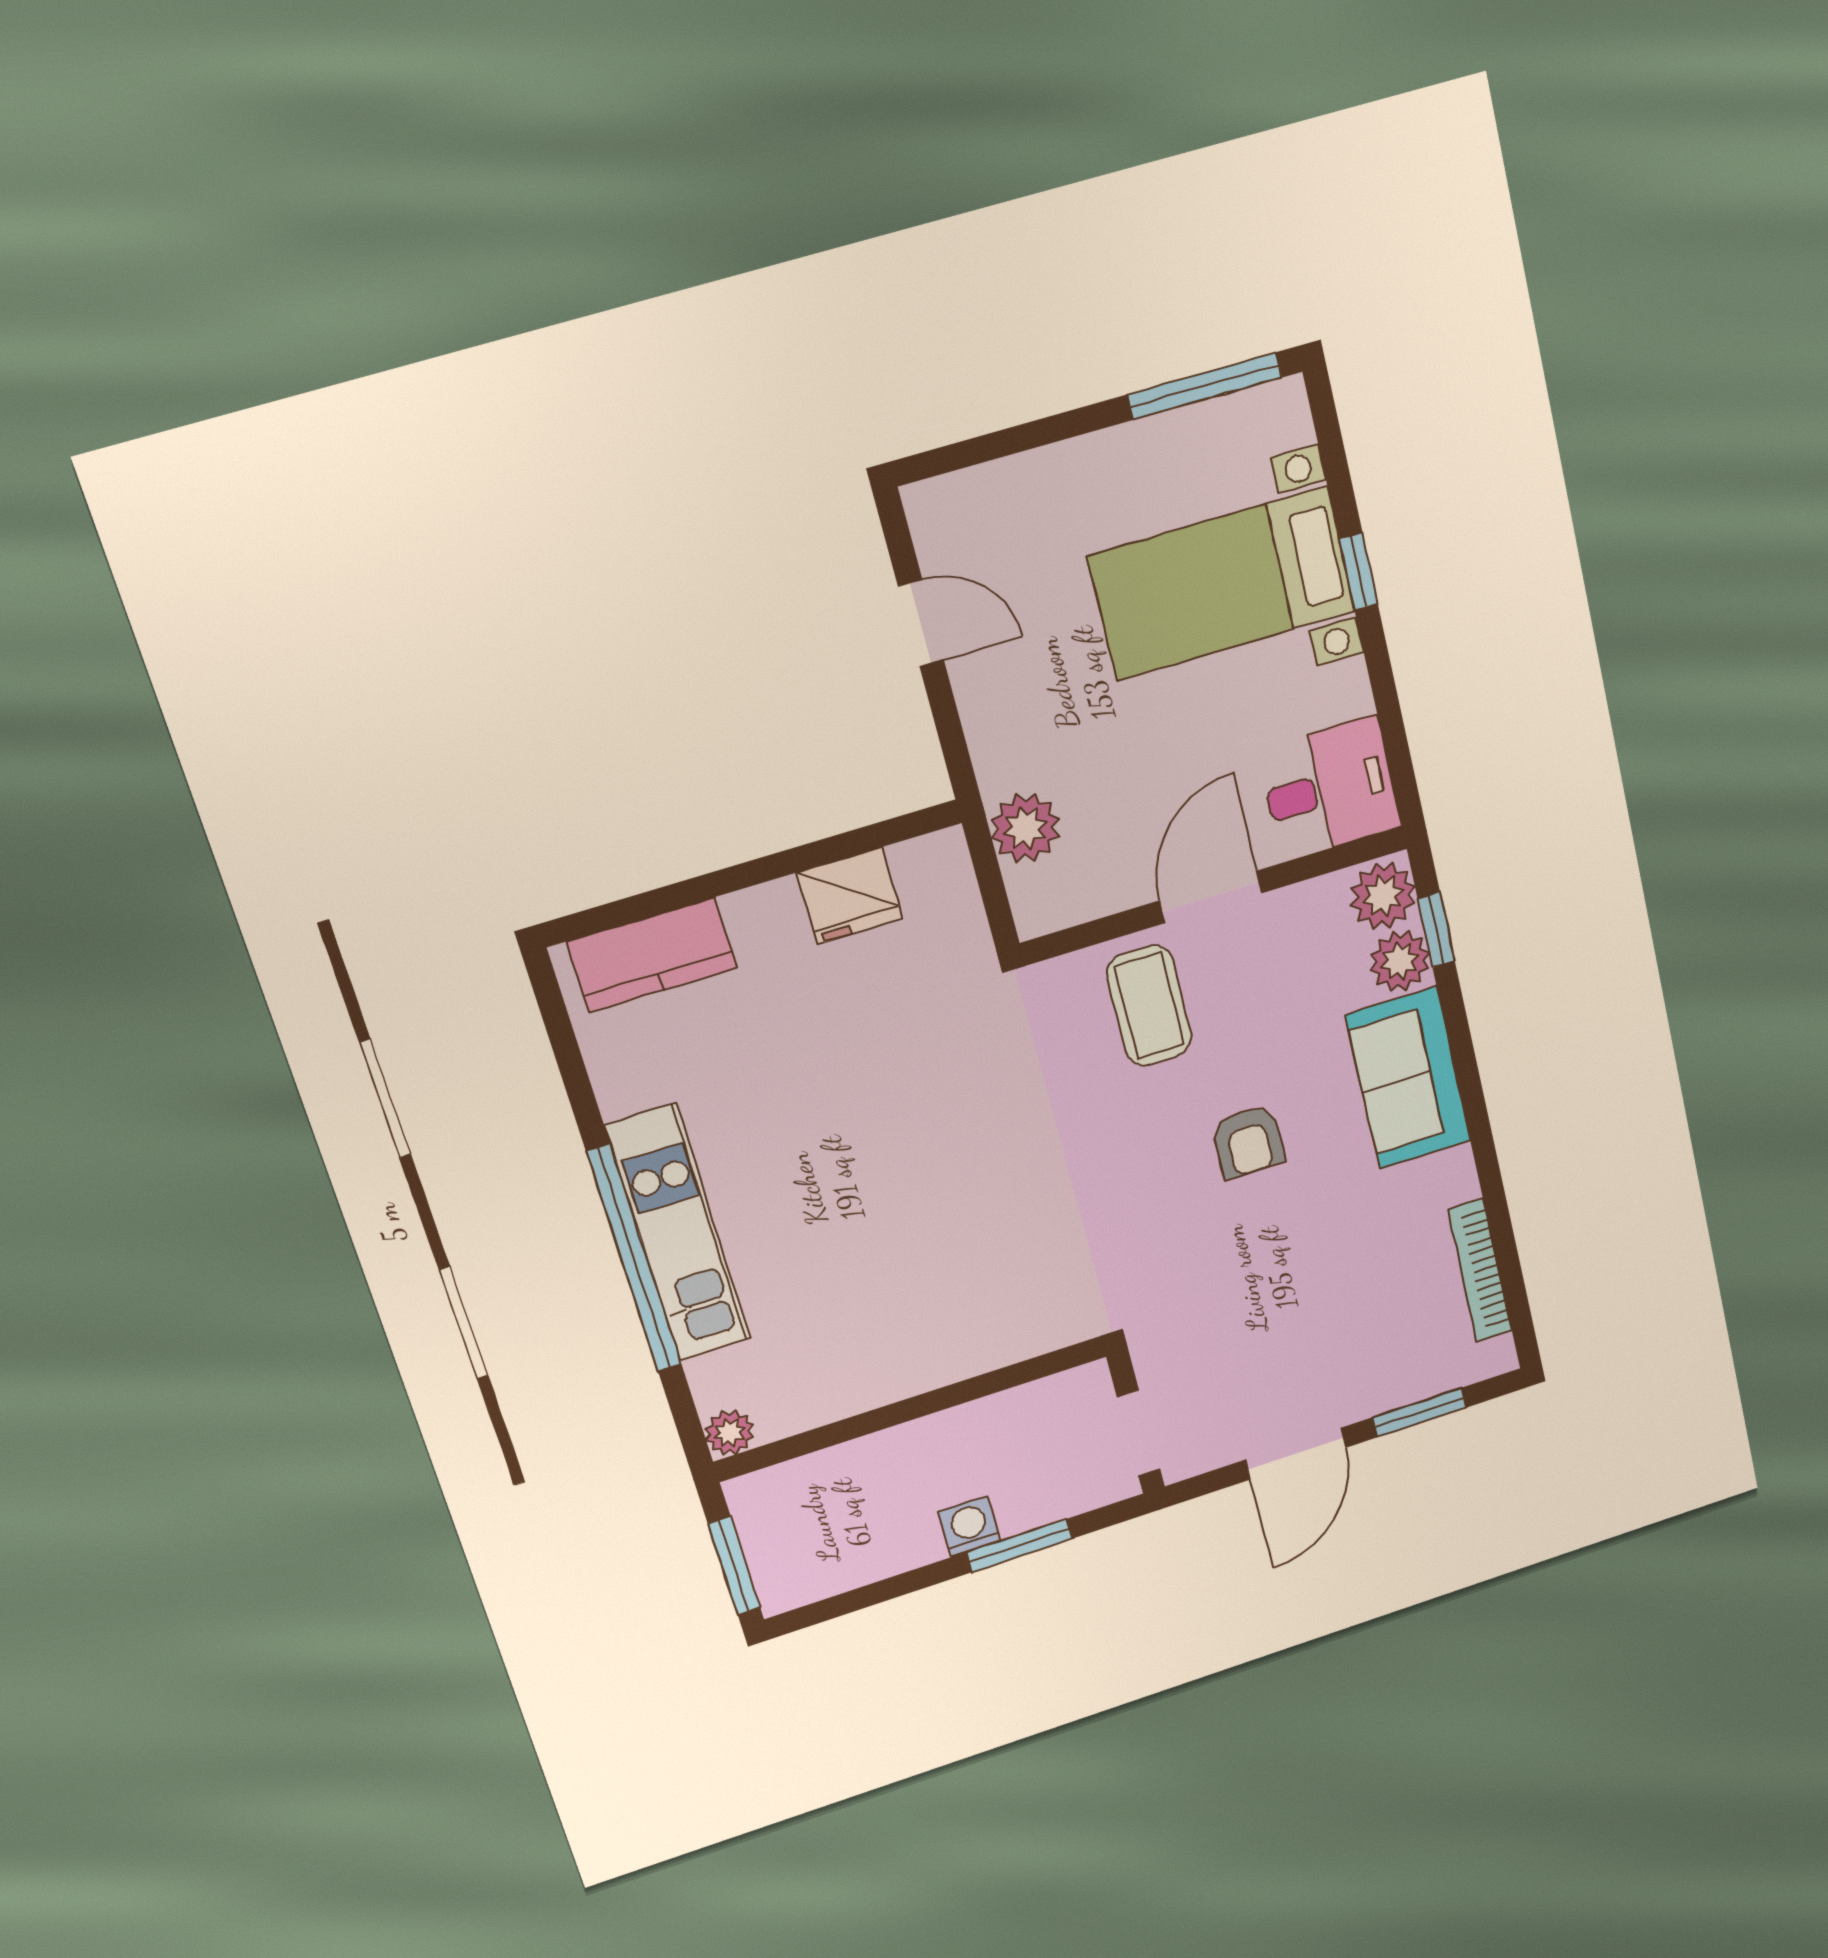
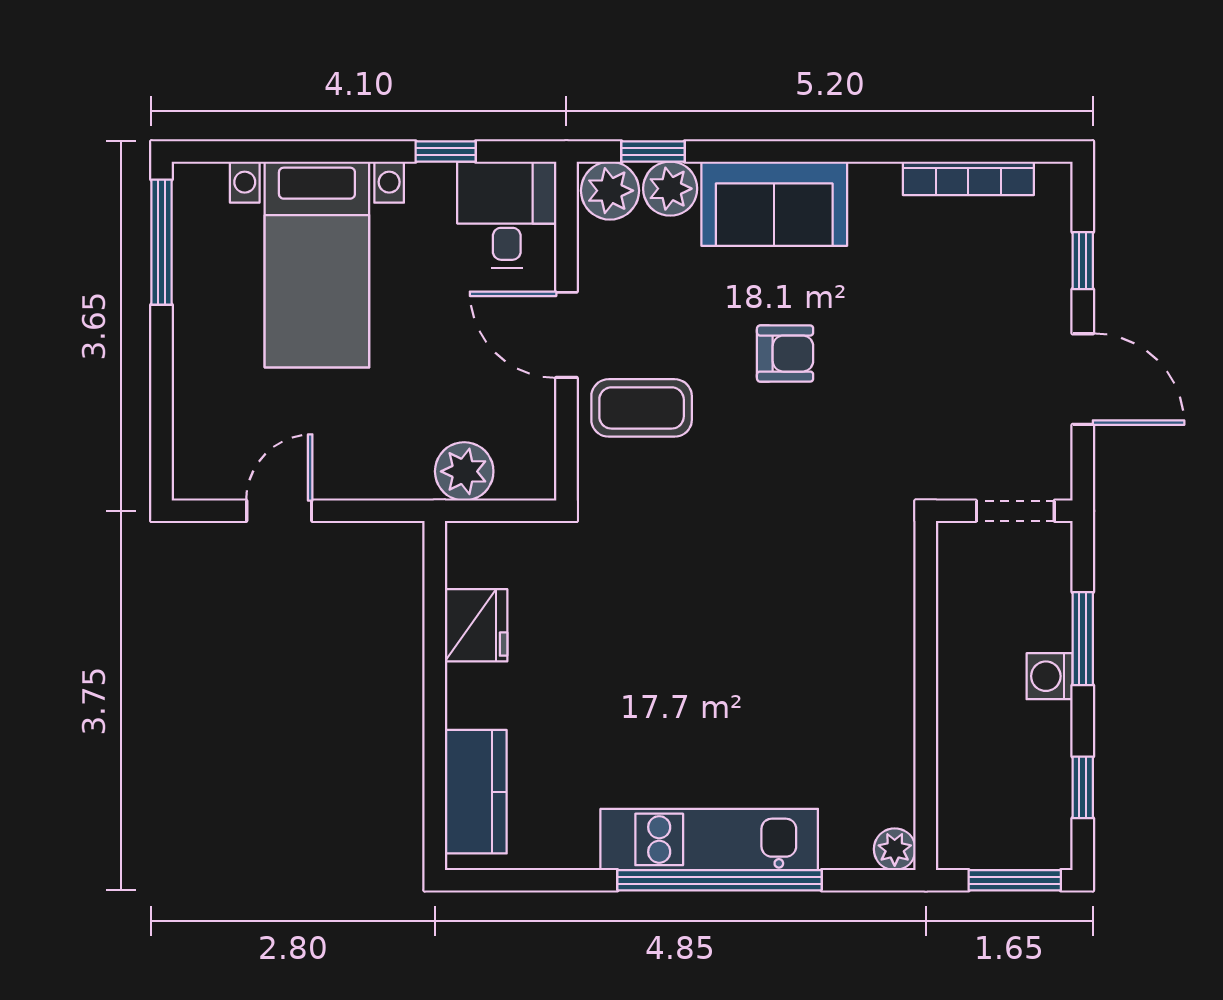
window: (1358, 571) -> (446, 151), moved
window: (1420, 1412) -> (1083, 261), width x0.67
window: (858, 1599) -> (1083, 787), added

